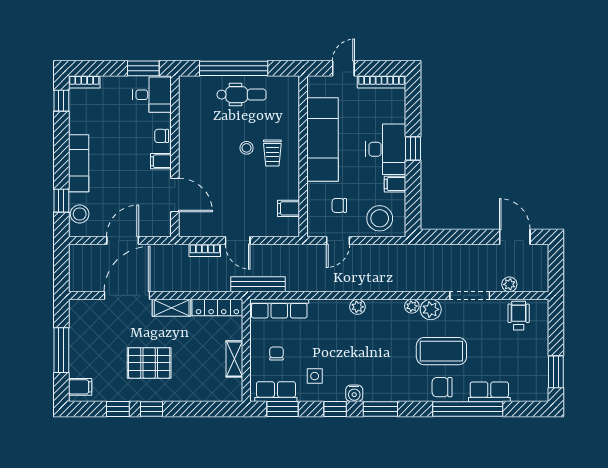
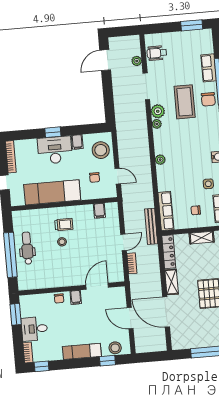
desk: (152, 95) -> (34, 329), moved, turned -90

